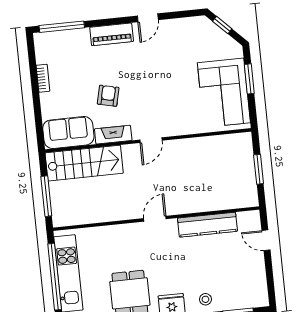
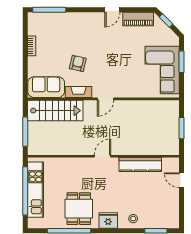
piano: (112, 34) -> (138, 19), moved

